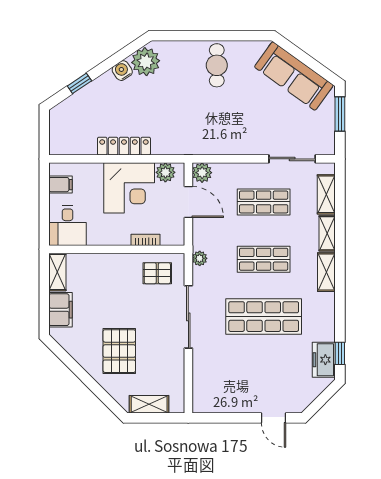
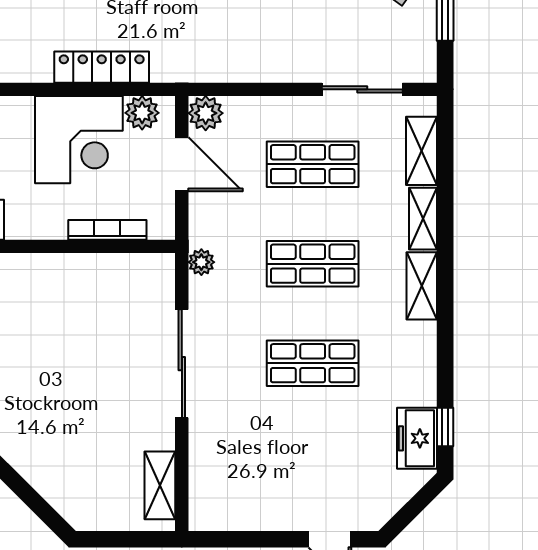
locker: (124, 146) -> (102, 67), moved
bookcase: (146, 240) -> (107, 230), width x1.56
pallet: (157, 273) -> (128, 288), removed
shop shelf: (264, 317) -> (313, 363), width x0.70, depth x0.74
pallet: (119, 351) -> (62, 423), removed
shelving: (149, 404) -> (160, 485), moved, turned 90

